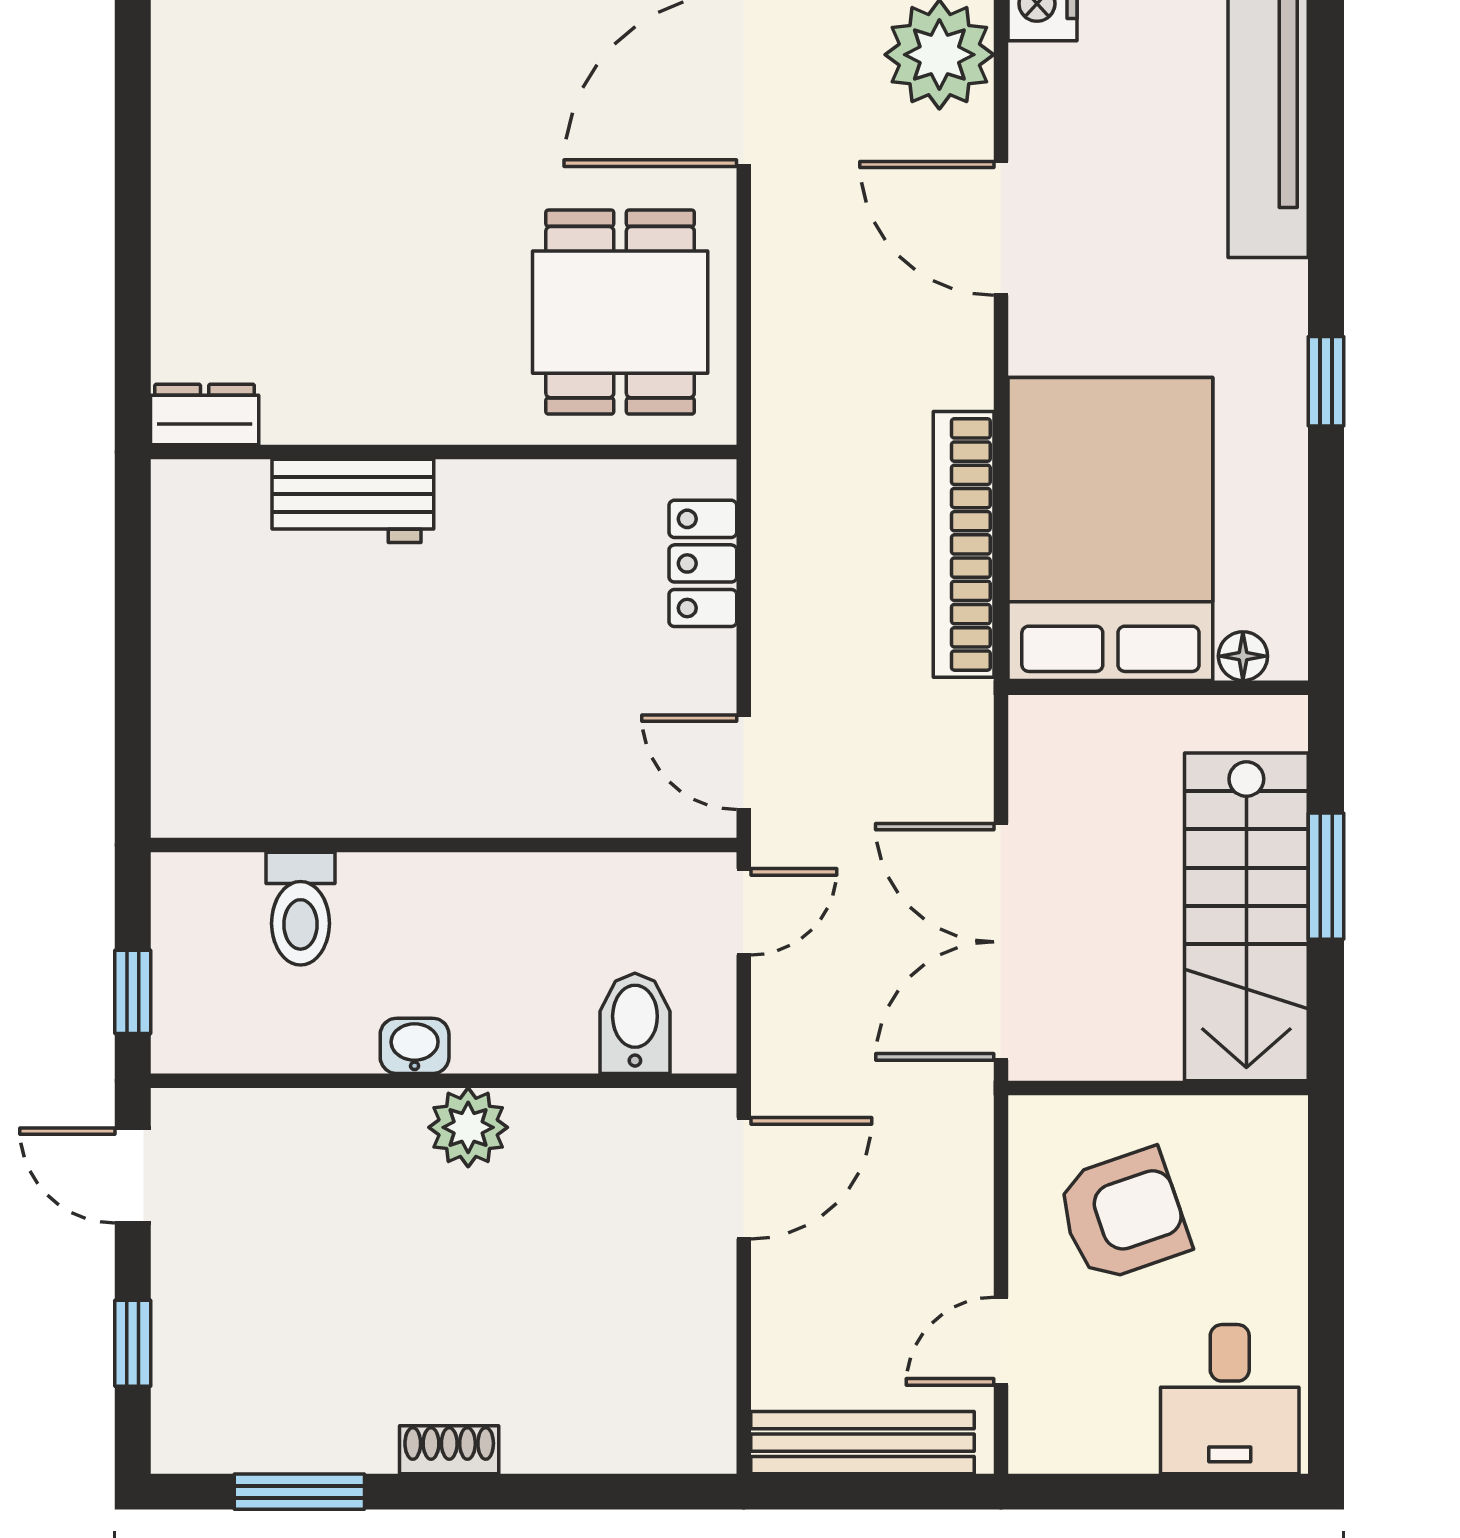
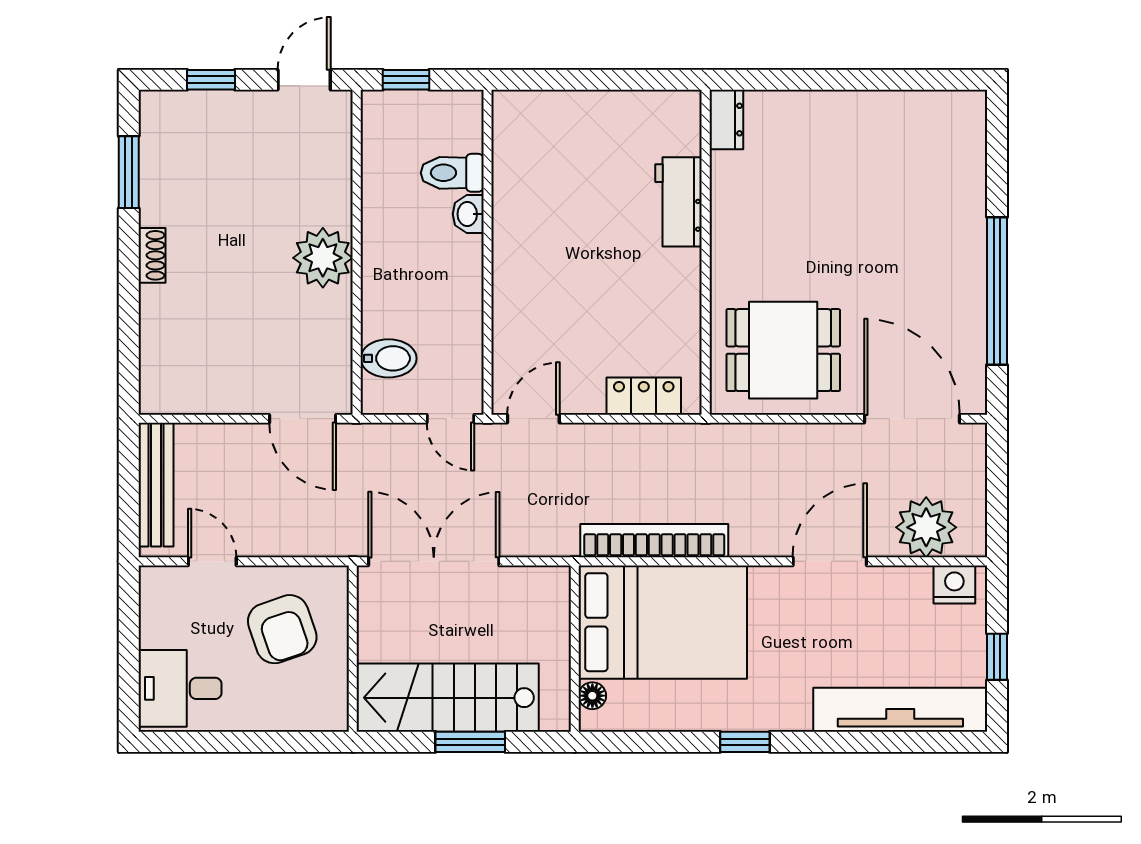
washbasin: (415, 1046) -> (468, 214), moved, turned 180
plant: (468, 1127) -> (323, 258), width x1.36, depth x1.36

